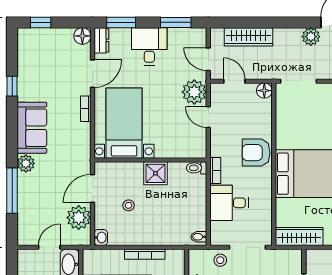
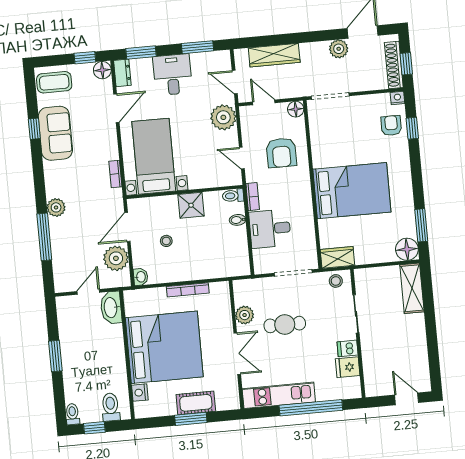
window: (41, 22) -> (85, 58), moved
coffee table: (35, 43) -> (54, 82), added
bookcase: (86, 109) -> (115, 174), moved
door: (208, 117) -> (242, 158), moved
sofa: (32, 128) -> (55, 133), moved
armchair: (256, 153) -> (281, 153), moved, turned -90
wardrobe: (299, 236) -> (337, 257), width x0.67
bidet: (199, 237) -> (238, 220), moved
stool: (220, 260) -> (336, 281), moved

